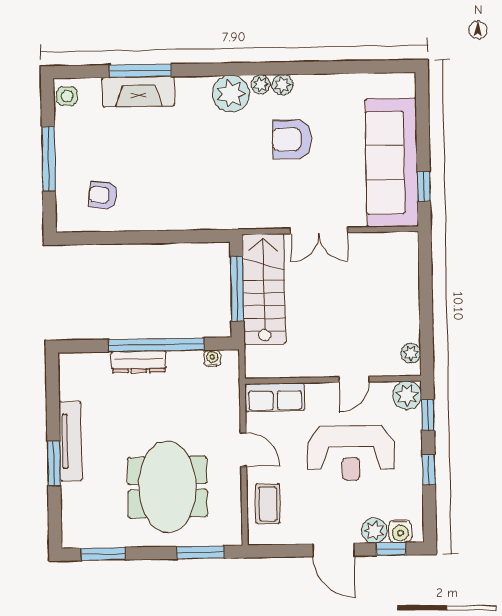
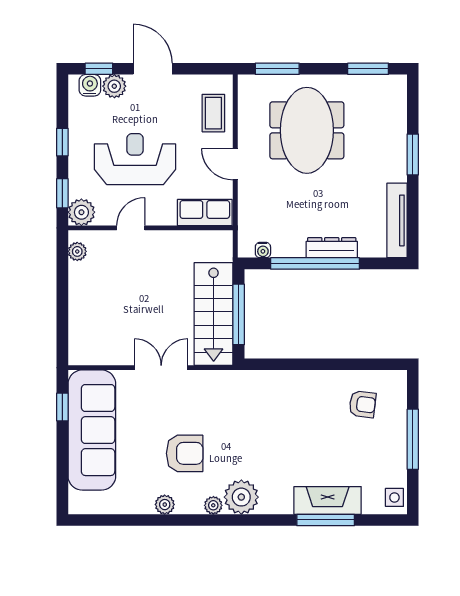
plant: (283, 85) -> (165, 505), moved
tv unit: (70, 441) -> (397, 220), moved

